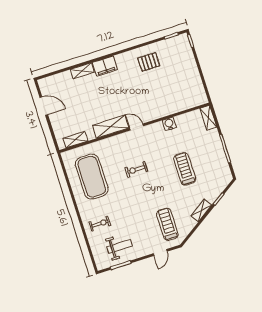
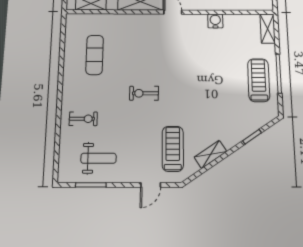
exercise bike: (136, 169) -> (144, 93), moved
treadmill: (185, 169) -> (259, 80), moved
exercise mat: (92, 177) -> (95, 55), width x0.50, depth x0.69
shelving: (201, 210) -> (210, 154), moved

